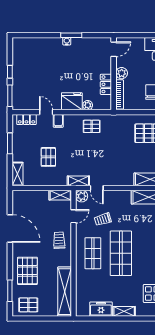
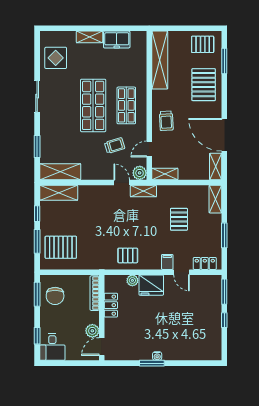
plant: (122, 73) -> (92, 331), moved
shelving: (17, 202) -> (216, 166), added

